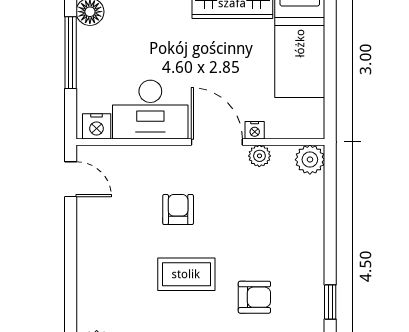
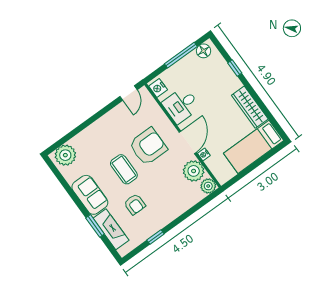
desk: (150, 110) -> (181, 105), width x0.73
plant: (259, 156) -> (194, 171), width x1.88, depth x1.88
armchair: (178, 210) -> (148, 146), width x1.88, depth x1.88

